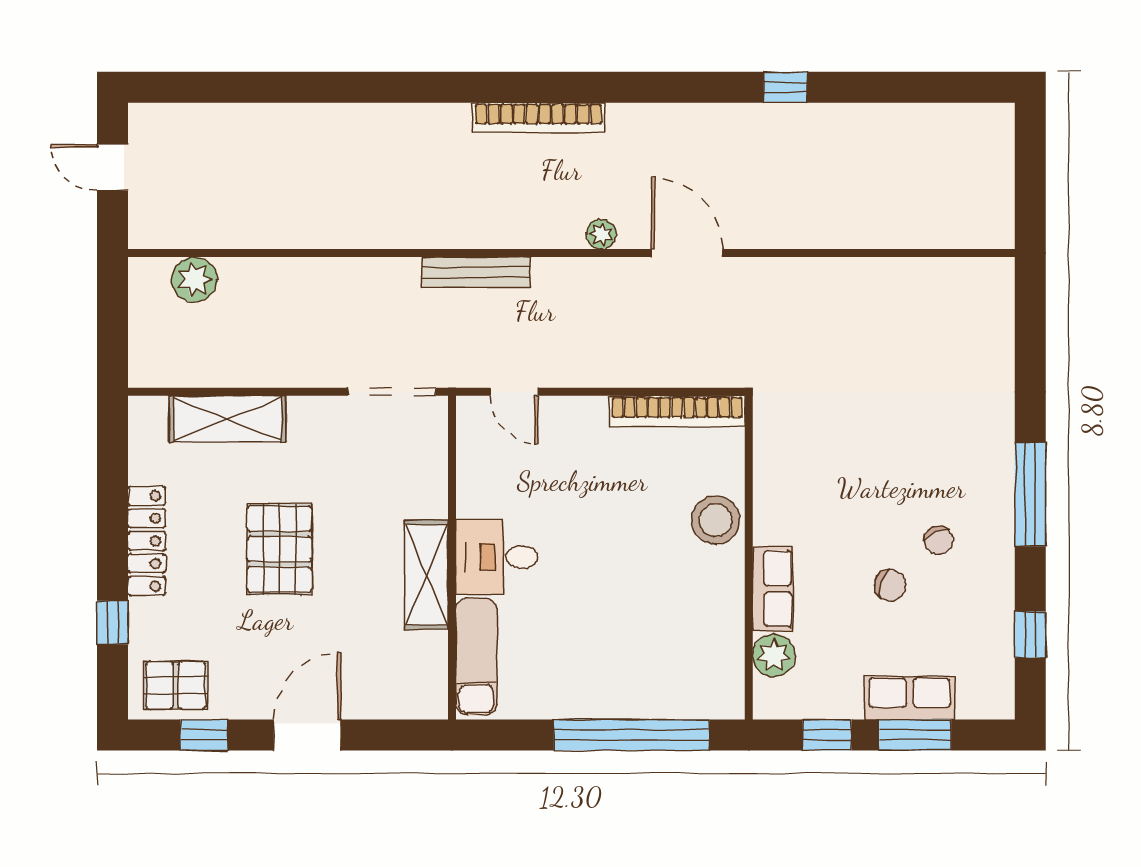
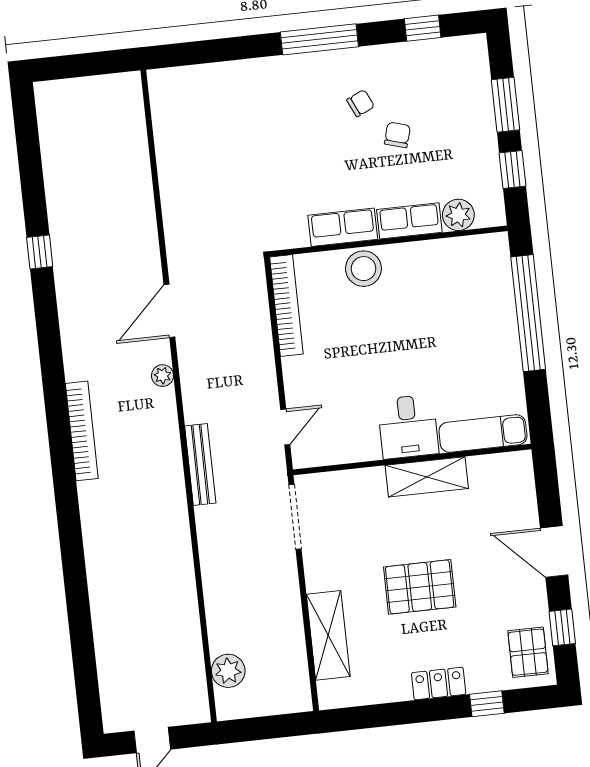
locker: (147, 541) -> (439, 684), width x0.66
row of seats: (910, 698) -> (343, 227), moved, turned 90

